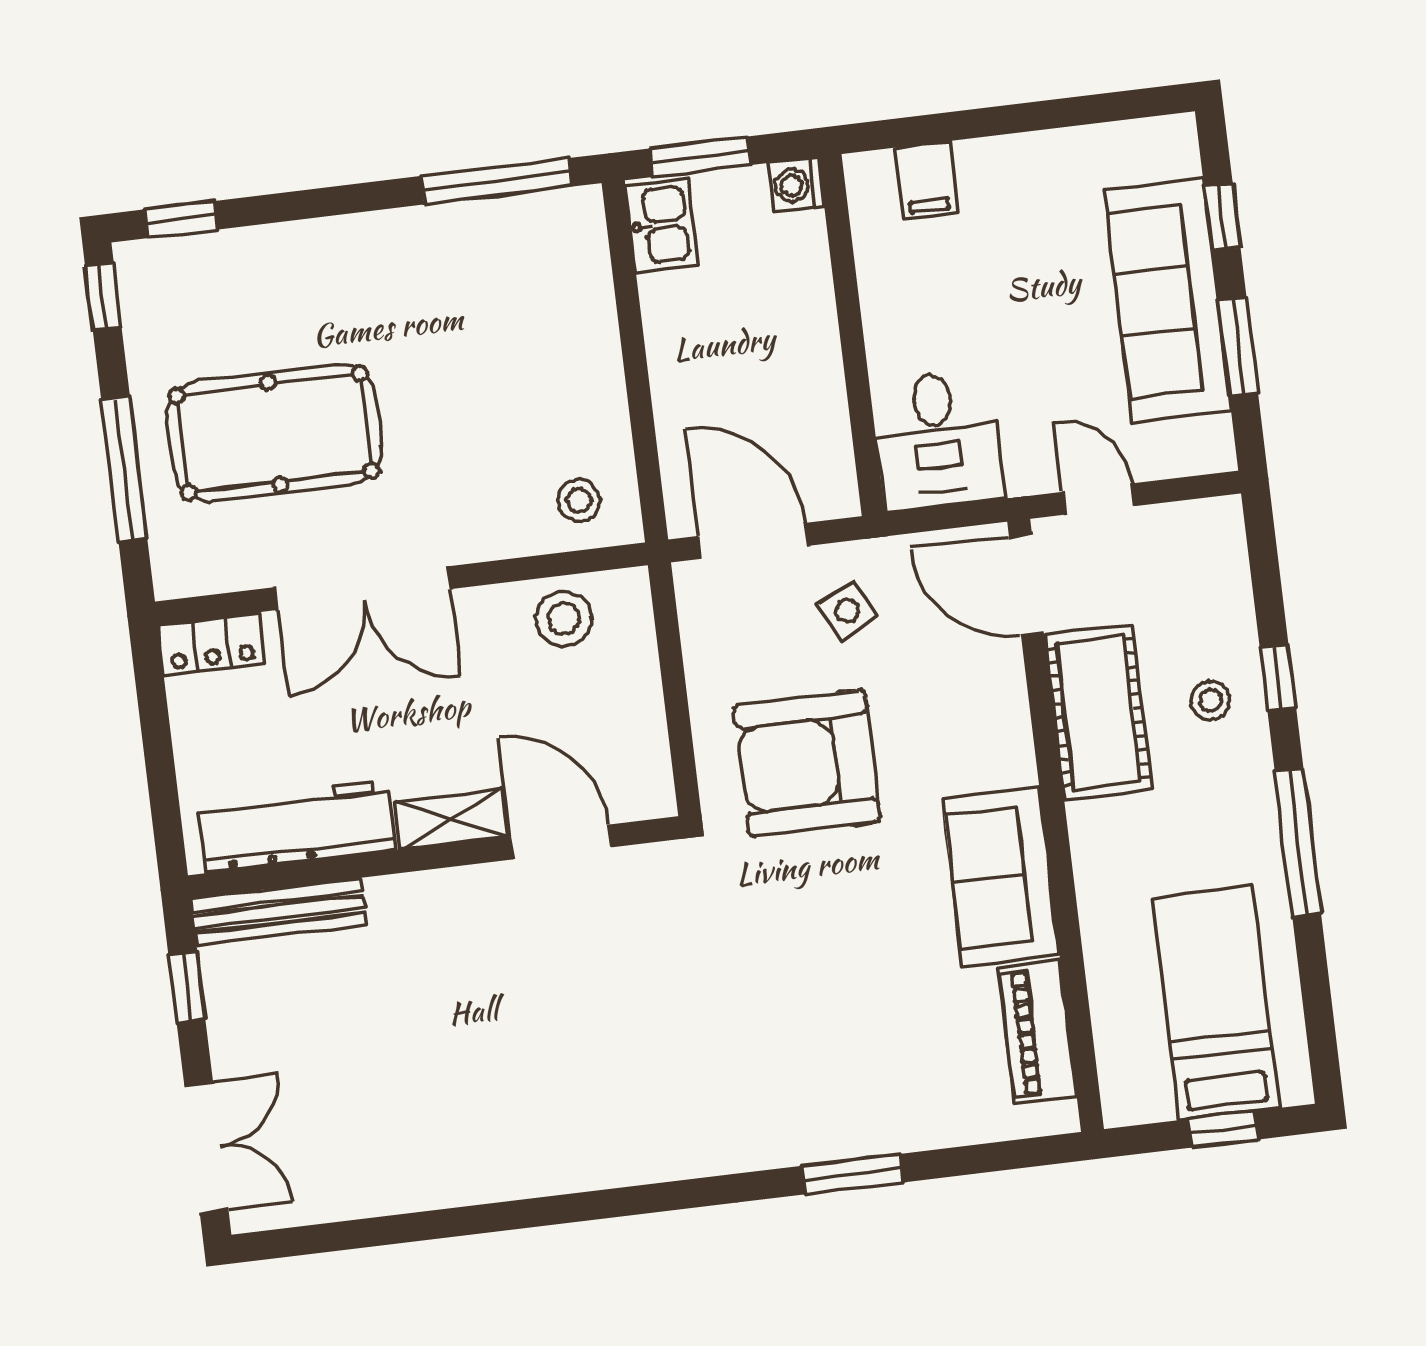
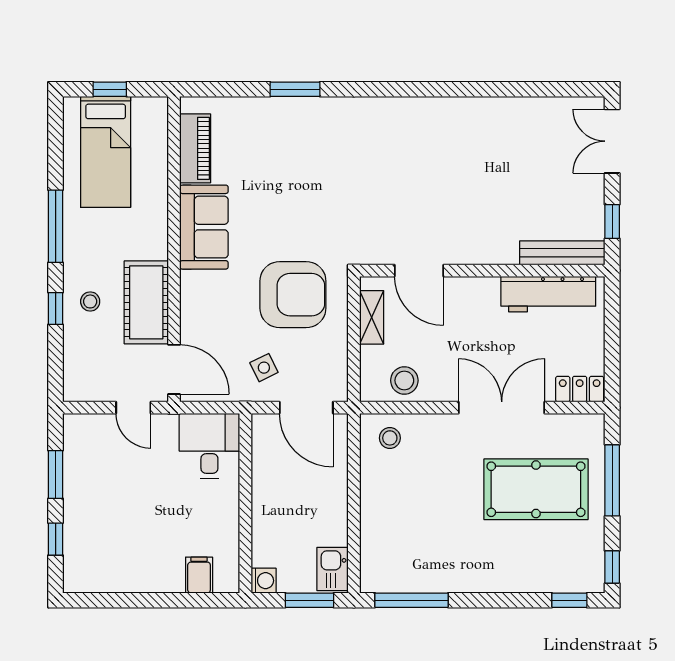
sofa: (1168, 300) -> (87, 502), removed
shelving: (451, 819) -> (372, 317), moved, turned 90

